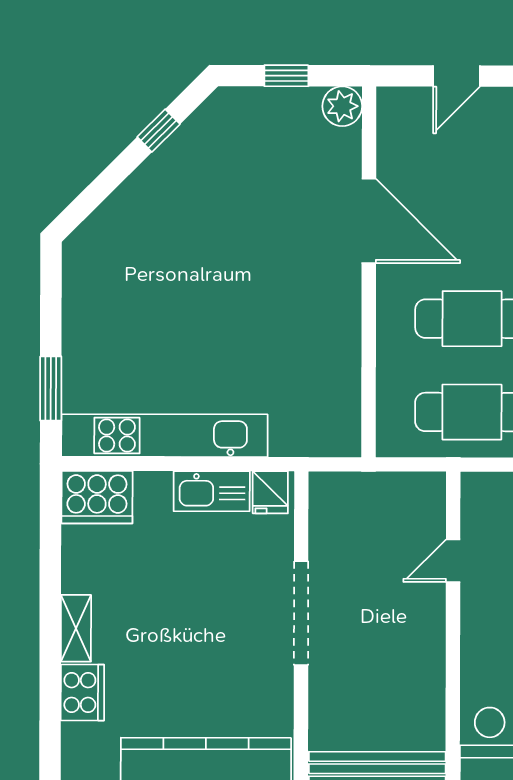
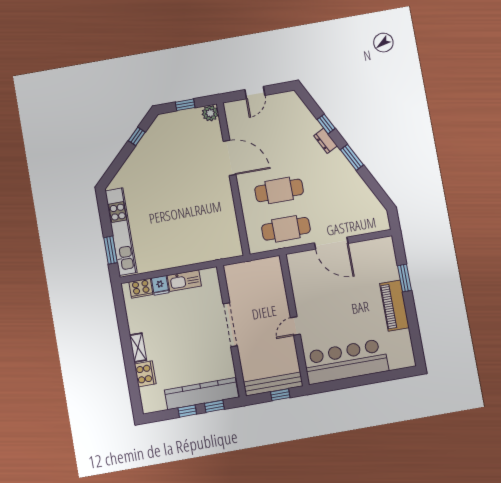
kitchen unit: (164, 436) -> (121, 232), moved, turned 90
fridge: (270, 492) -> (160, 285), moved
cooker: (97, 497) -> (141, 288), width x0.73, depth x0.76
door: (453, 561) -> (295, 326), moved

